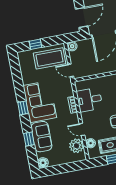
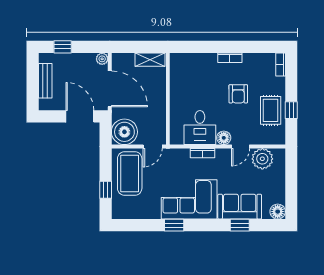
boiler: (72, 46) -> (124, 132), width x1.86, depth x1.86
window: (23, 108) -> (174, 225), moved
floor lamp: (91, 143) -> (224, 138), moved

